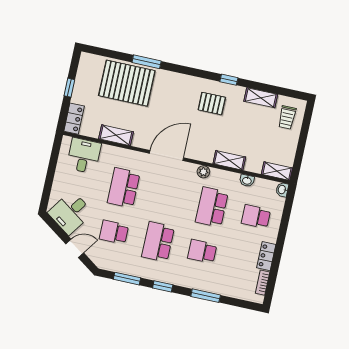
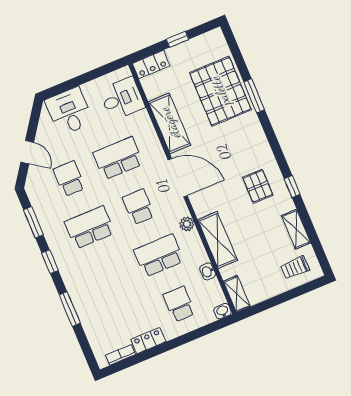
shelving: (116, 135) -> (170, 123), width x1.50, depth x1.33
shelving: (229, 160) -> (218, 240), width x1.50, depth x1.33
desk: (70, 213) -> (69, 111), moved, turned 55
school desk: (202, 251) -> (138, 207), moved

